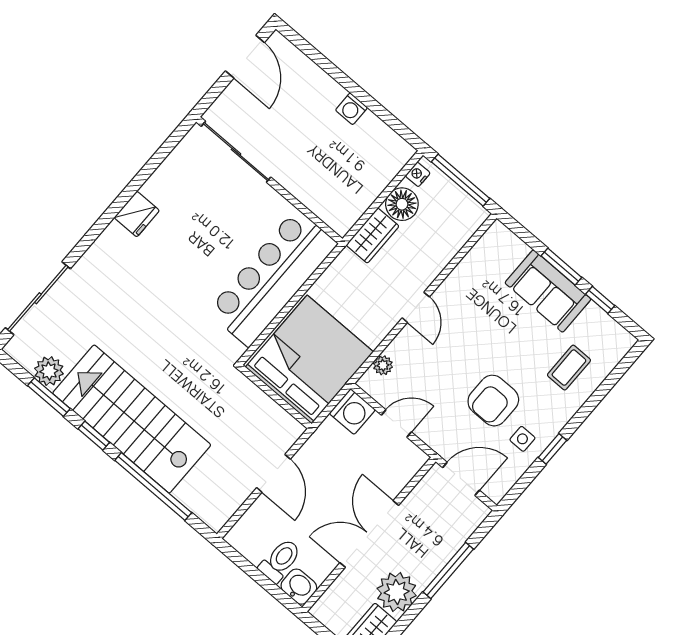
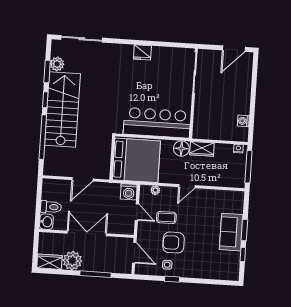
washing machine: (351, 109) -> (243, 121), moved
floor lamp: (402, 204) -> (181, 149), moved
coffee table: (569, 368) -> (166, 217), moved

